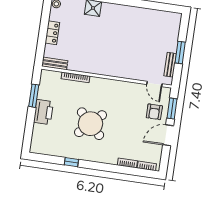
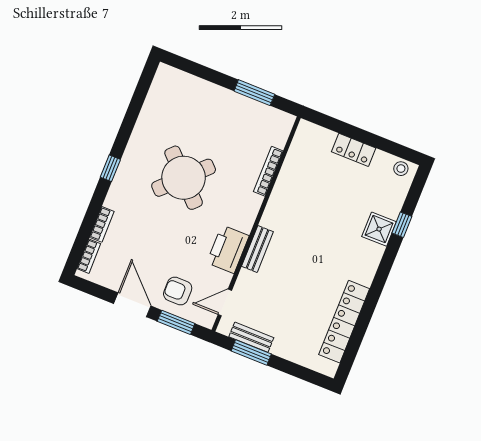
locker: (149, 15) -> (344, 322), added
window: (180, 53) -> (251, 352), moved
bench: (55, 63) -> (257, 249), moved
printer: (43, 112) -> (228, 249), moved, turned 90
window: (71, 162) -> (110, 168), moved

